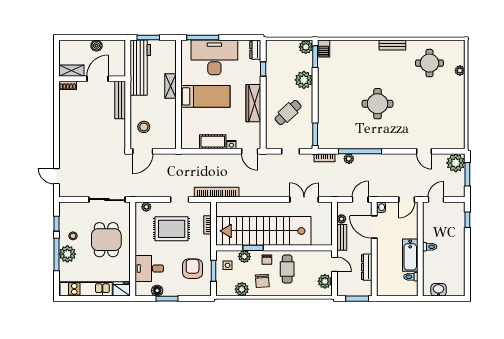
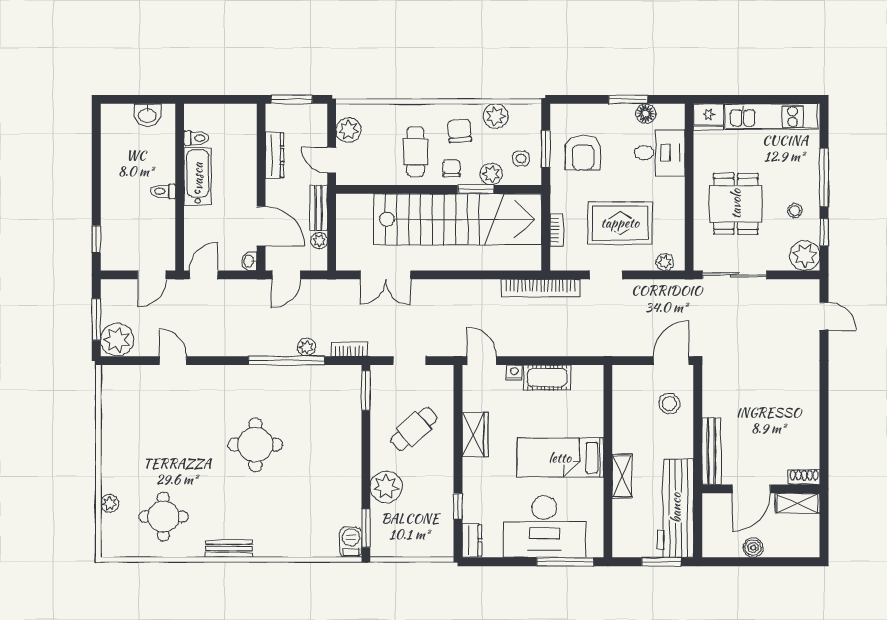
plant: (306, 47) -> (382, 545), removed
wardrobe: (253, 103) -> (475, 434), width x0.67
plant: (67, 254) -> (805, 256), moved

